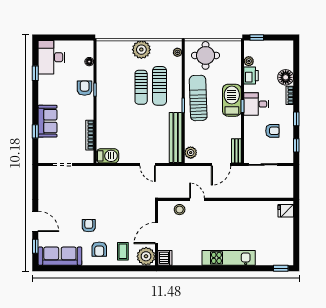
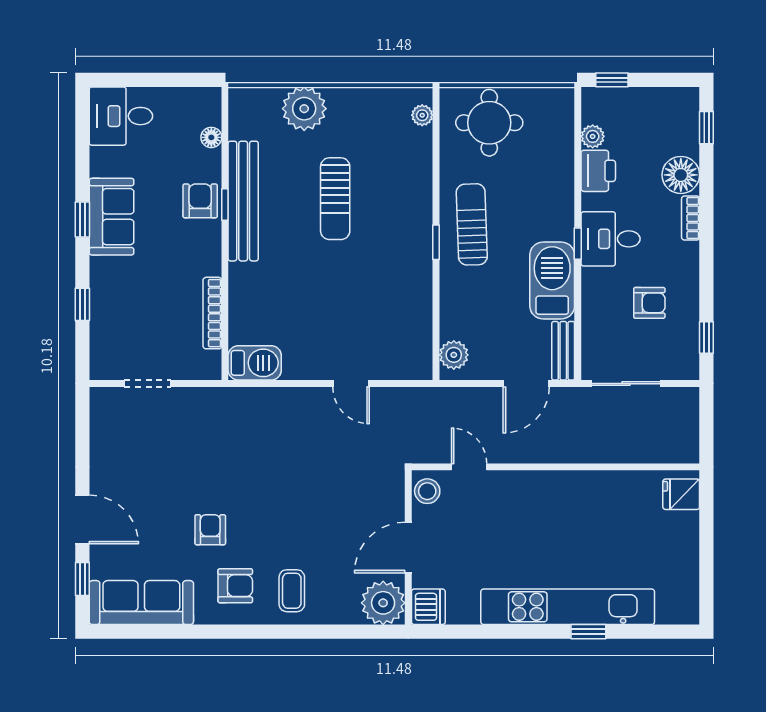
plant: (141, 50) -> (304, 109), moved
desk: (51, 57) -> (121, 116), width x0.73
window: (35, 73) -> (82, 219), moved
sun lounger: (160, 86) -> (379, 195), removed
sun lounger: (198, 98) -> (472, 224), width x0.73, depth x0.75
barbecue: (232, 100) -> (552, 281), moved
window: (296, 119) -> (706, 128), moved
sofa: (48, 121) -> (112, 217), moved
bench: (176, 137) -> (243, 201), moved
door: (157, 233) -> (408, 548), moved
wall: (157, 233) -> (408, 547), moved
armchair: (99, 249) -> (235, 586), turned -90
plant: (146, 256) -> (383, 603), moved
dishwasher: (165, 258) -> (428, 607), moved
kitchen unit: (229, 258) -> (568, 607), width x1.36
window: (281, 268) -> (588, 632), moved

